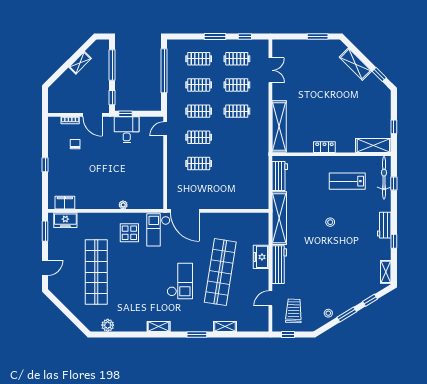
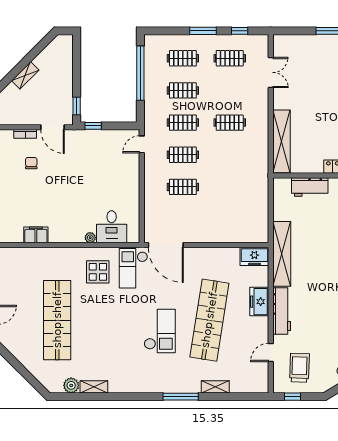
shelving: (80, 63) -> (25, 75), moved
window: (112, 65) -> (77, 66), removed
clothes rail: (237, 85) -> (230, 90), removed
desk: (127, 130) -> (112, 227), moved, turned 180
workbench: (280, 176) -> (310, 187), moved, turned 90
filing cabinet: (65, 203) -> (36, 235), moved
freezer: (65, 220) -> (254, 256), moved
shelving: (159, 326) -> (94, 387), moved
window: (197, 334) -> (181, 397), width x1.44

